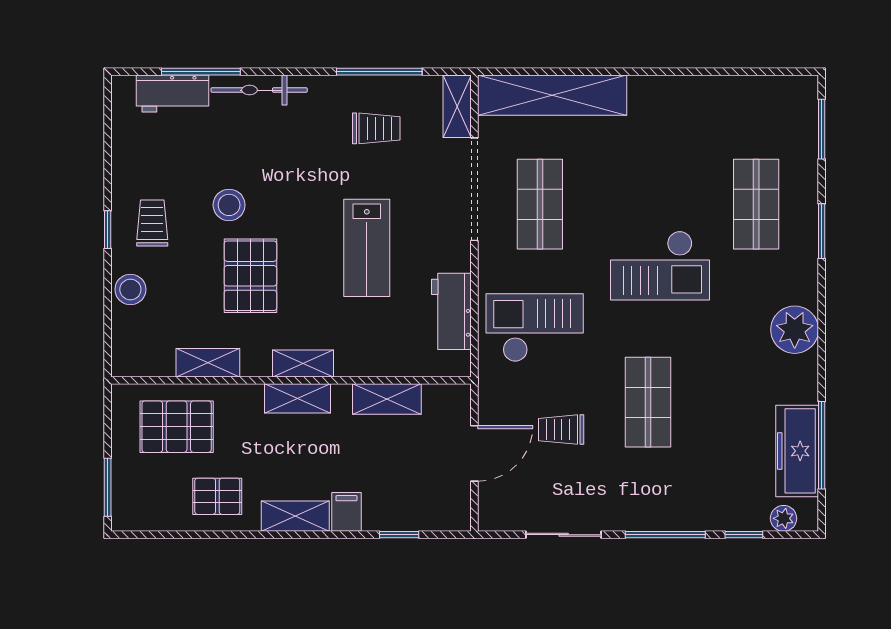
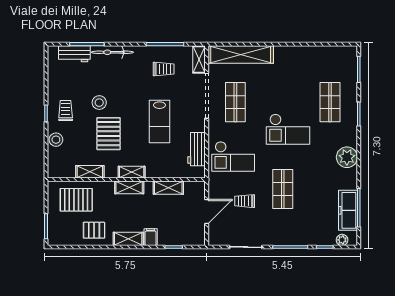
checkout: (535, 328) -> (233, 156), turned 180

